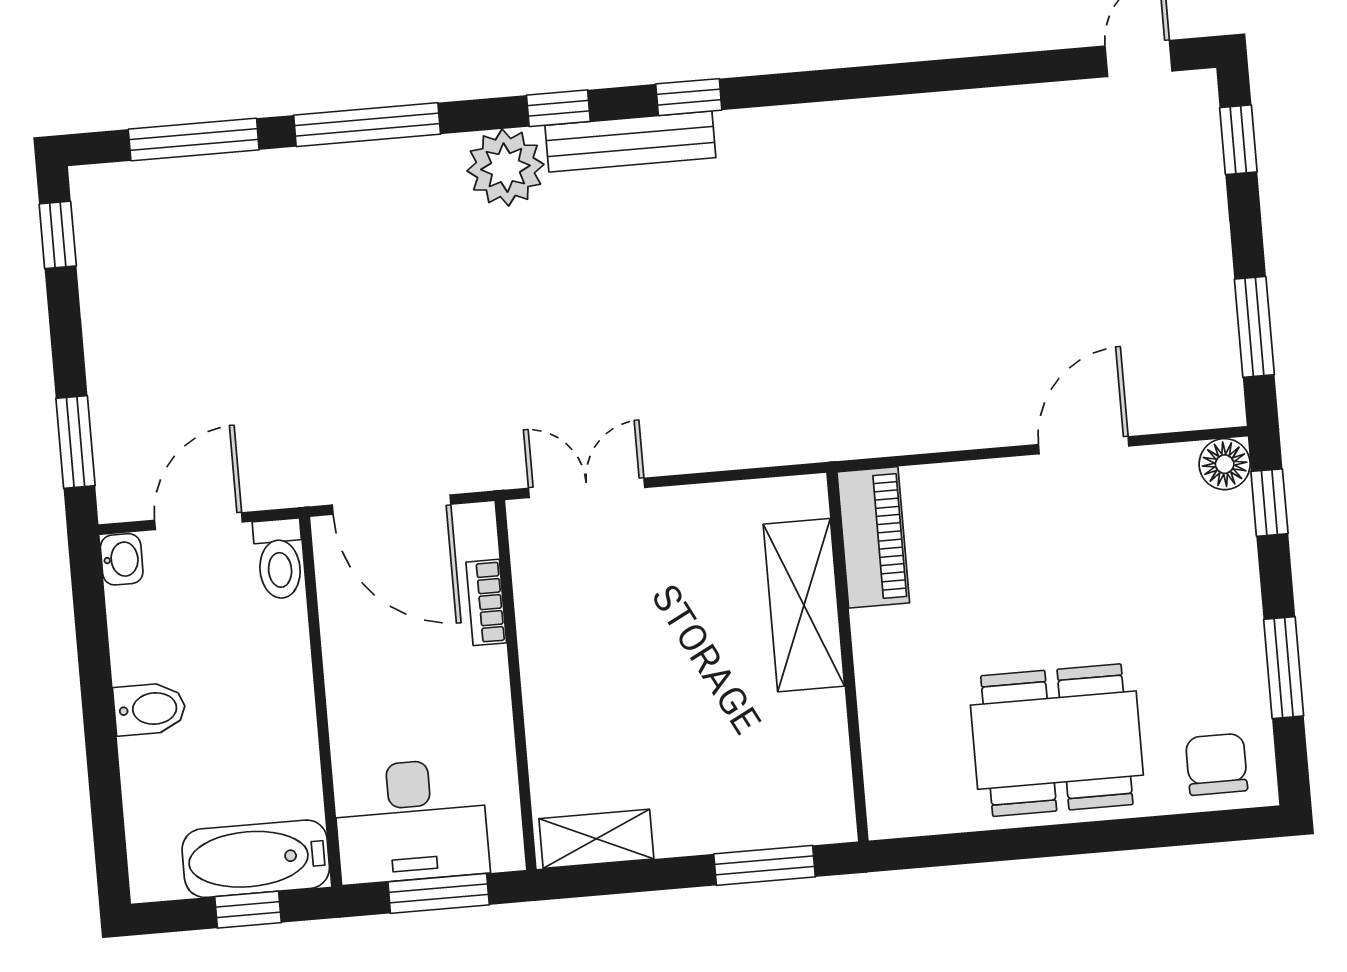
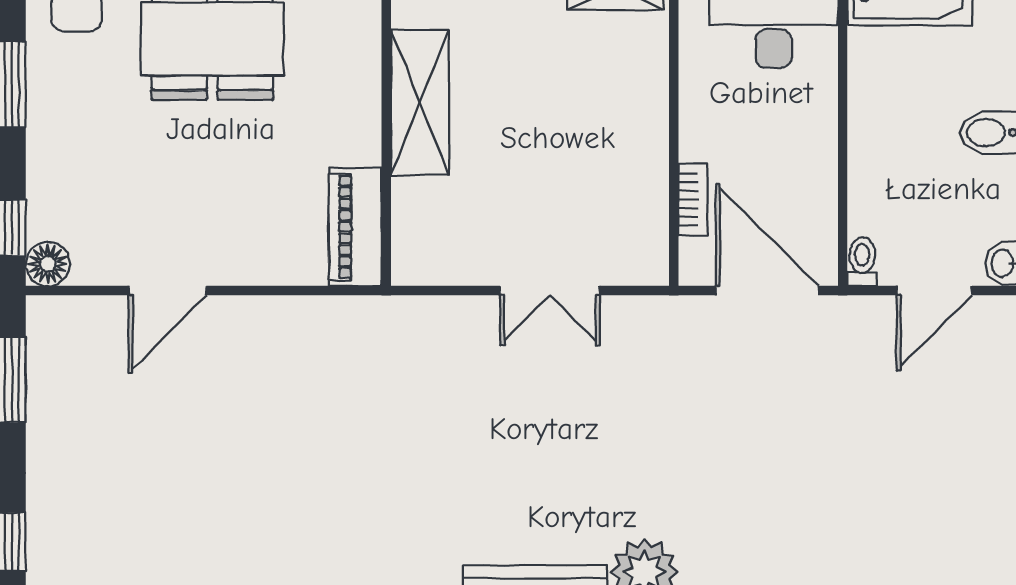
double door: (587, 488) -> (550, 290), moved
toilet: (279, 559) -> (862, 261), width x0.73, depth x0.72
shelving: (804, 605) -> (420, 103), moved

